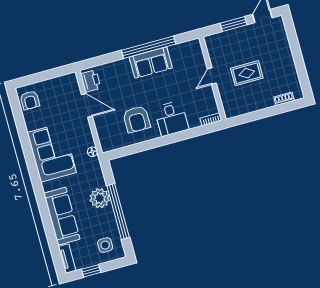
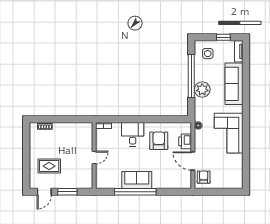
rug: (247, 73) -> (49, 166), moved
printer: (91, 81) -> (185, 141), moved
armchair: (30, 100) -> (204, 177), moved

